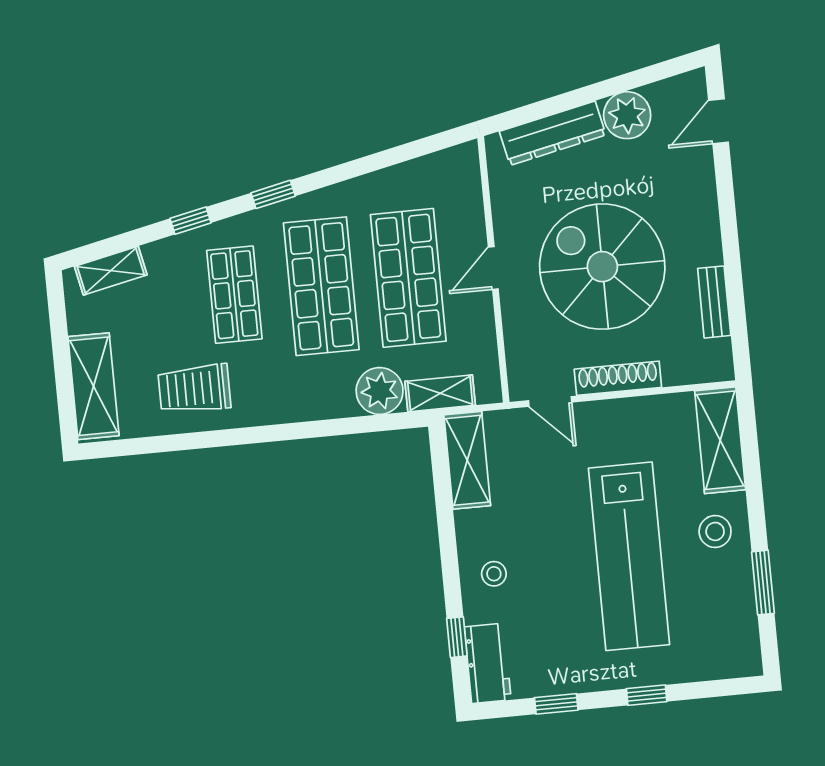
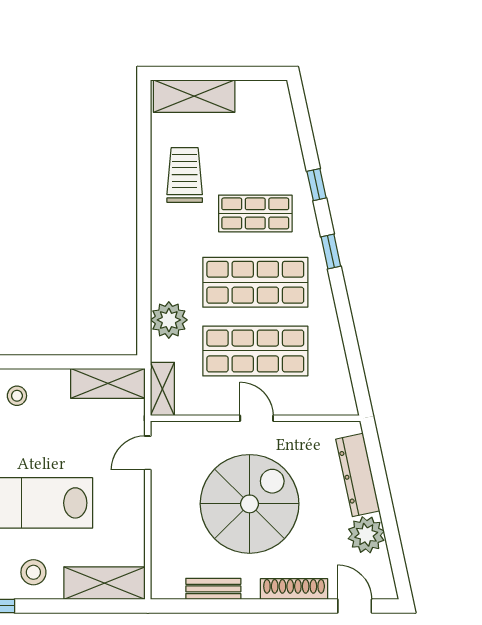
shelving: (111, 271) -> (283, 118), removed
shoe rack: (618, 378) -> (294, 589), moved, turned -90
shelving: (440, 393) -> (162, 389), moved

